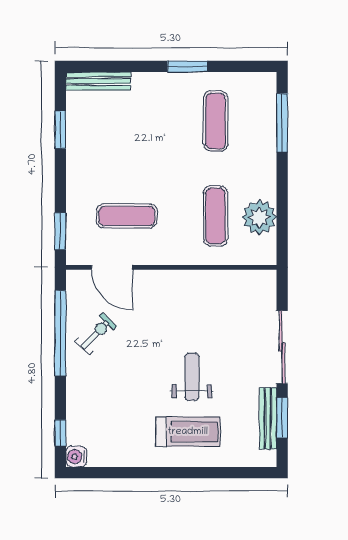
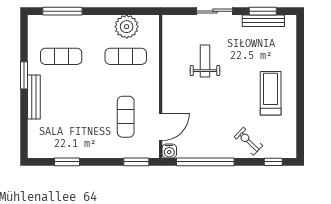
bench: (98, 81) -> (34, 97), moved
exercise bike: (96, 334) -> (248, 141), moved
sliding door: (282, 347) -> (215, 11), width x0.73
weight bench: (192, 377) -> (205, 61), moved, turned 90
treadmill: (188, 432) -> (271, 93), moved
water cooler: (76, 457) -> (169, 151), moved

